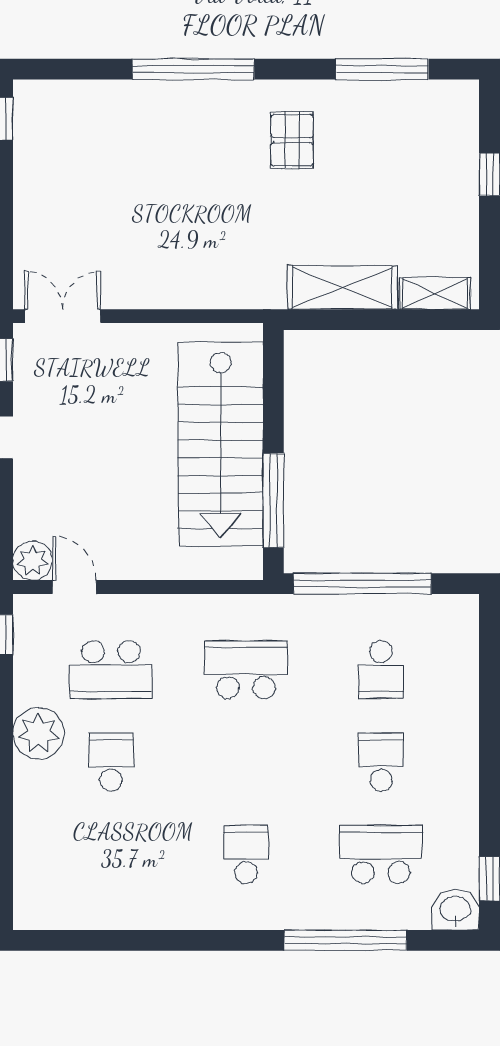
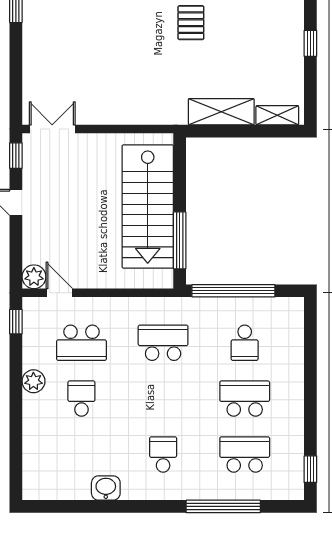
plant: (39, 733) -> (33, 381), width x0.73, depth x0.73
school desk: (381, 762) -> (245, 399), width x1.85
washbasin: (455, 910) -> (106, 488), moved

